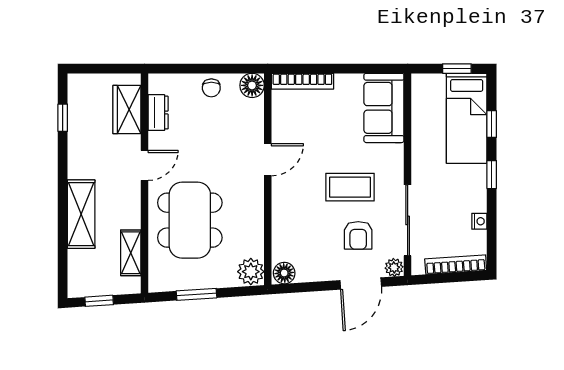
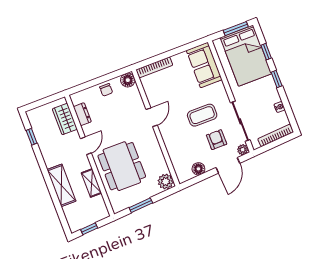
window: (457, 69) -> (236, 29), width x1.50
bed: (467, 118) -> (246, 56), width x1.50
armchair: (358, 235) -> (217, 140), turned 180
shelving: (131, 253) -> (91, 183), moved
floor lamp: (284, 273) -> (198, 169), moved

